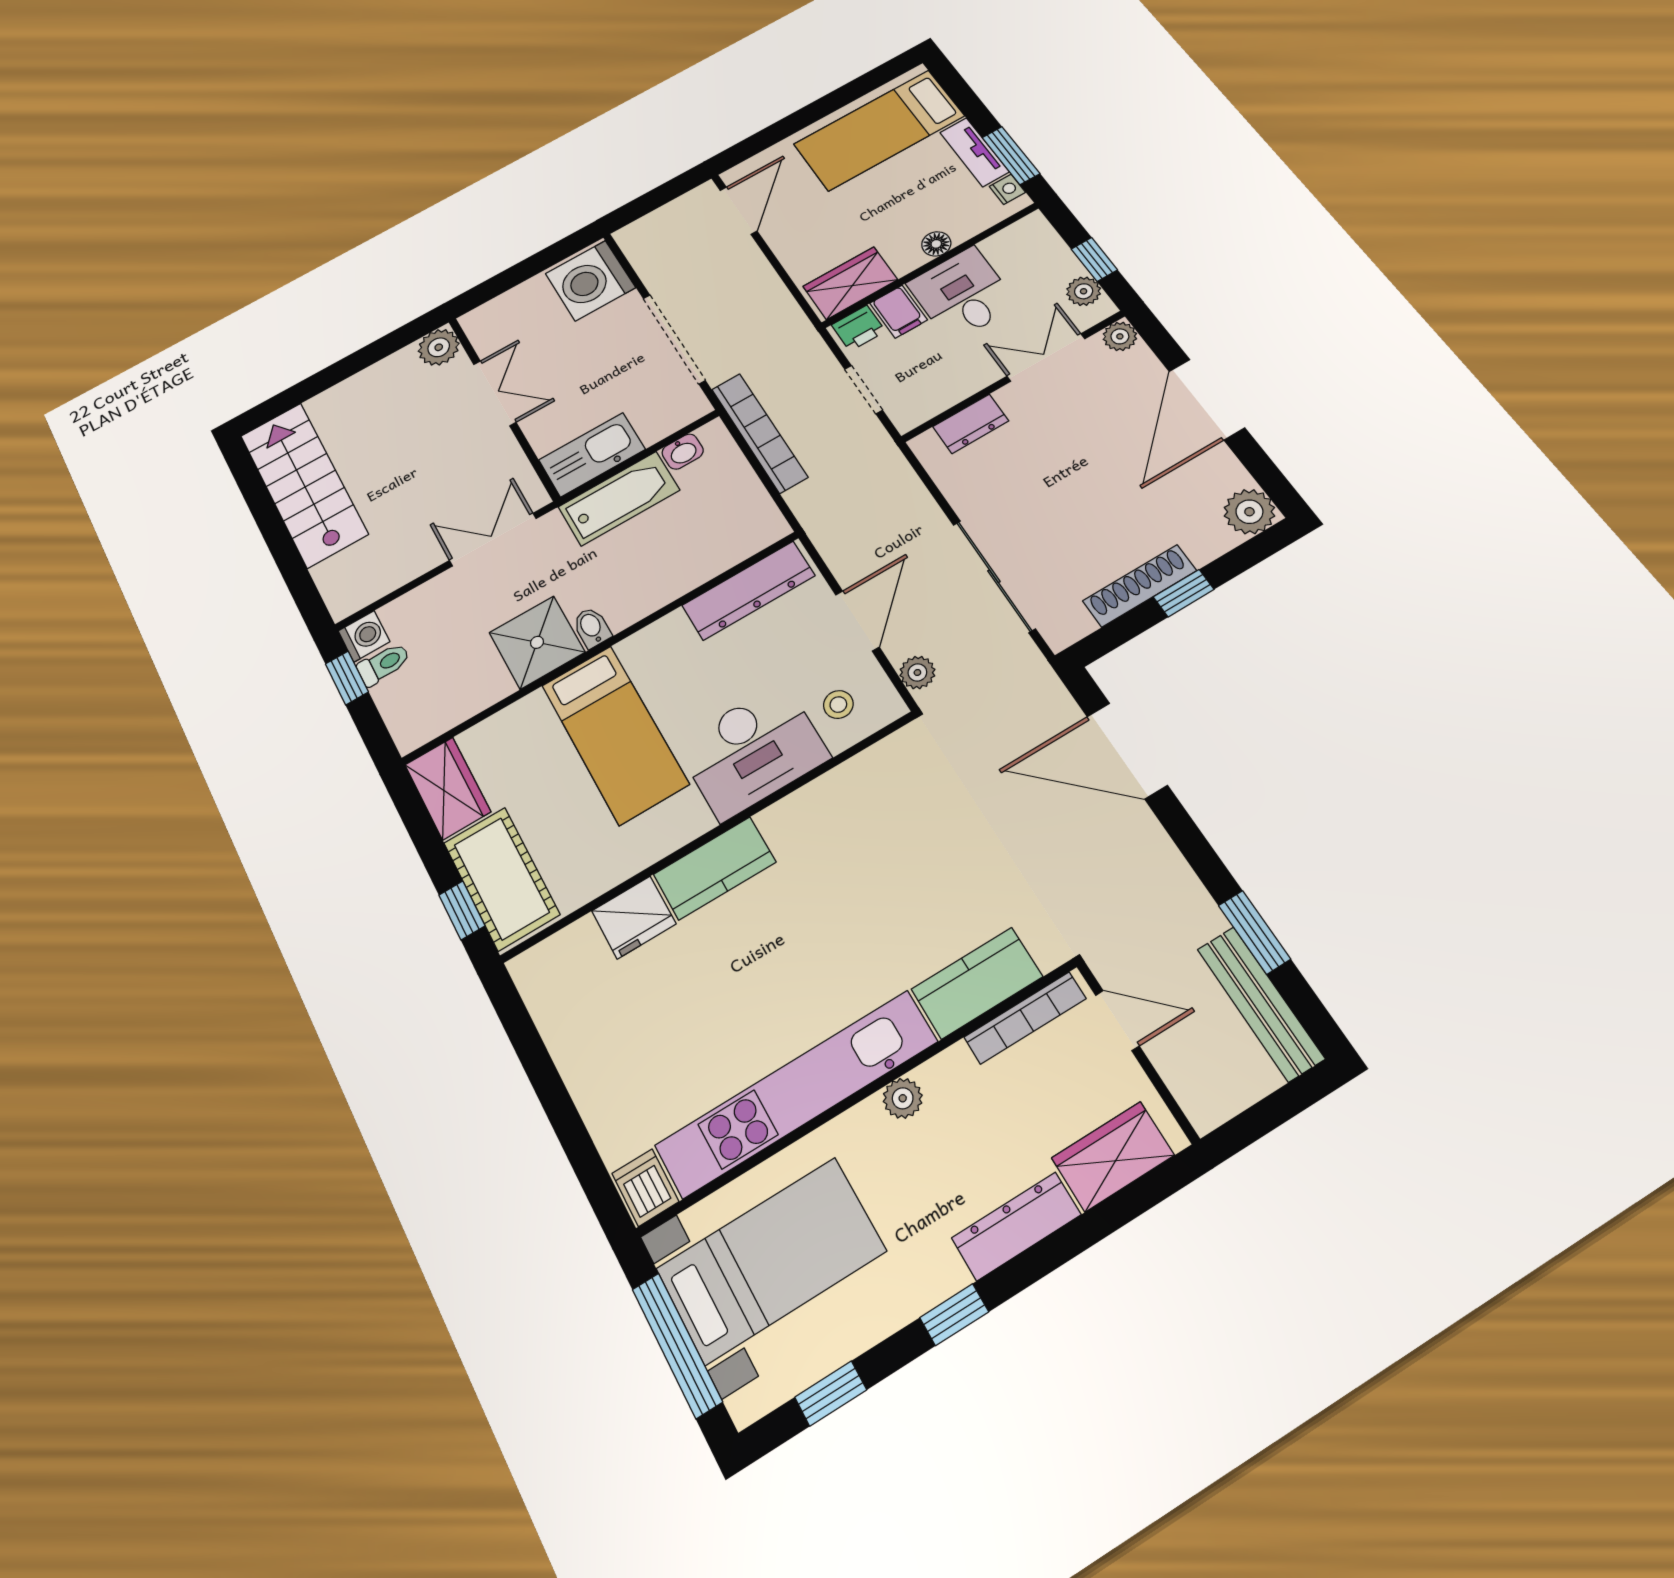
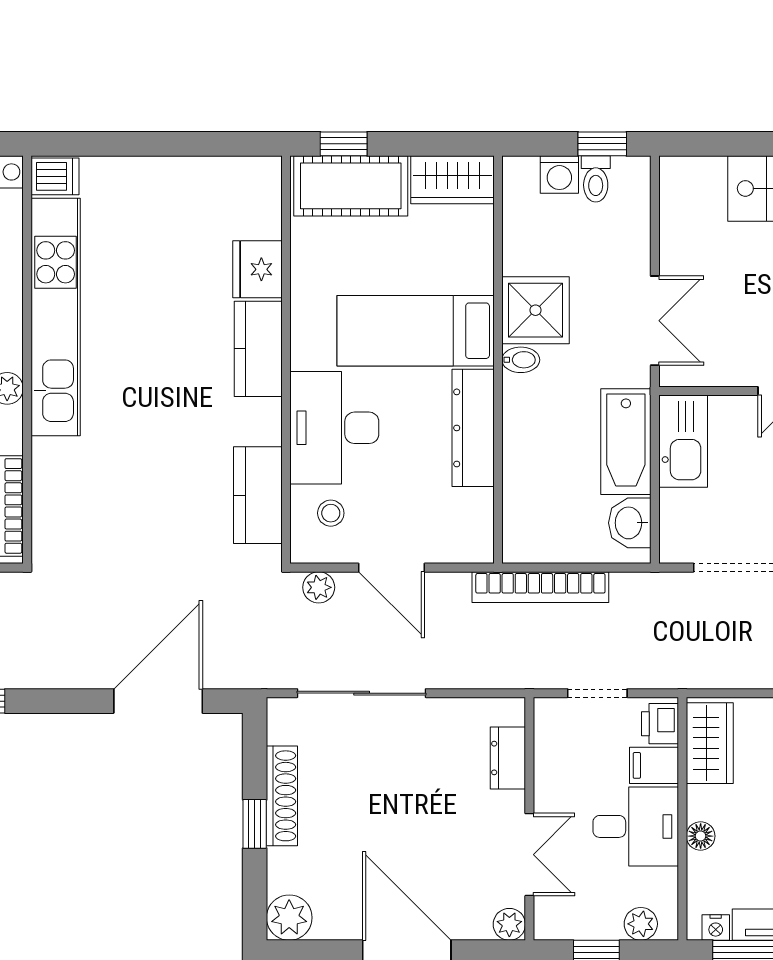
plant: (1084, 291) -> (641, 924), moved
bookcase: (759, 433) -> (540, 587), moved
washbasin: (683, 452) -> (630, 523), width x1.38, depth x1.45
dresser: (748, 590) -> (473, 428), moved
washing machine: (364, 636) -> (559, 175), moved
kitchen counter: (977, 983) -> (258, 495), moved, turned 180

